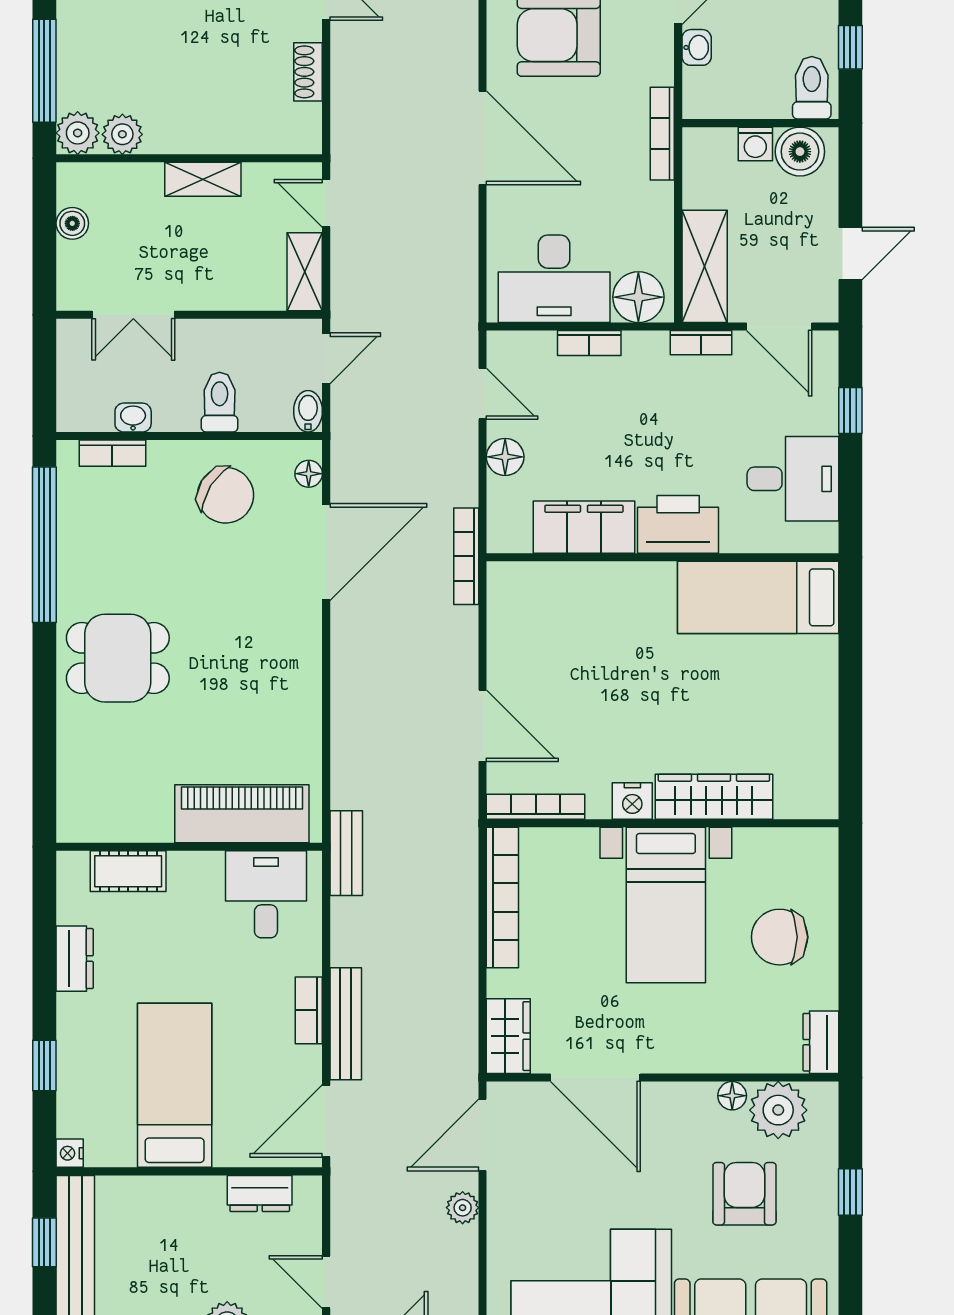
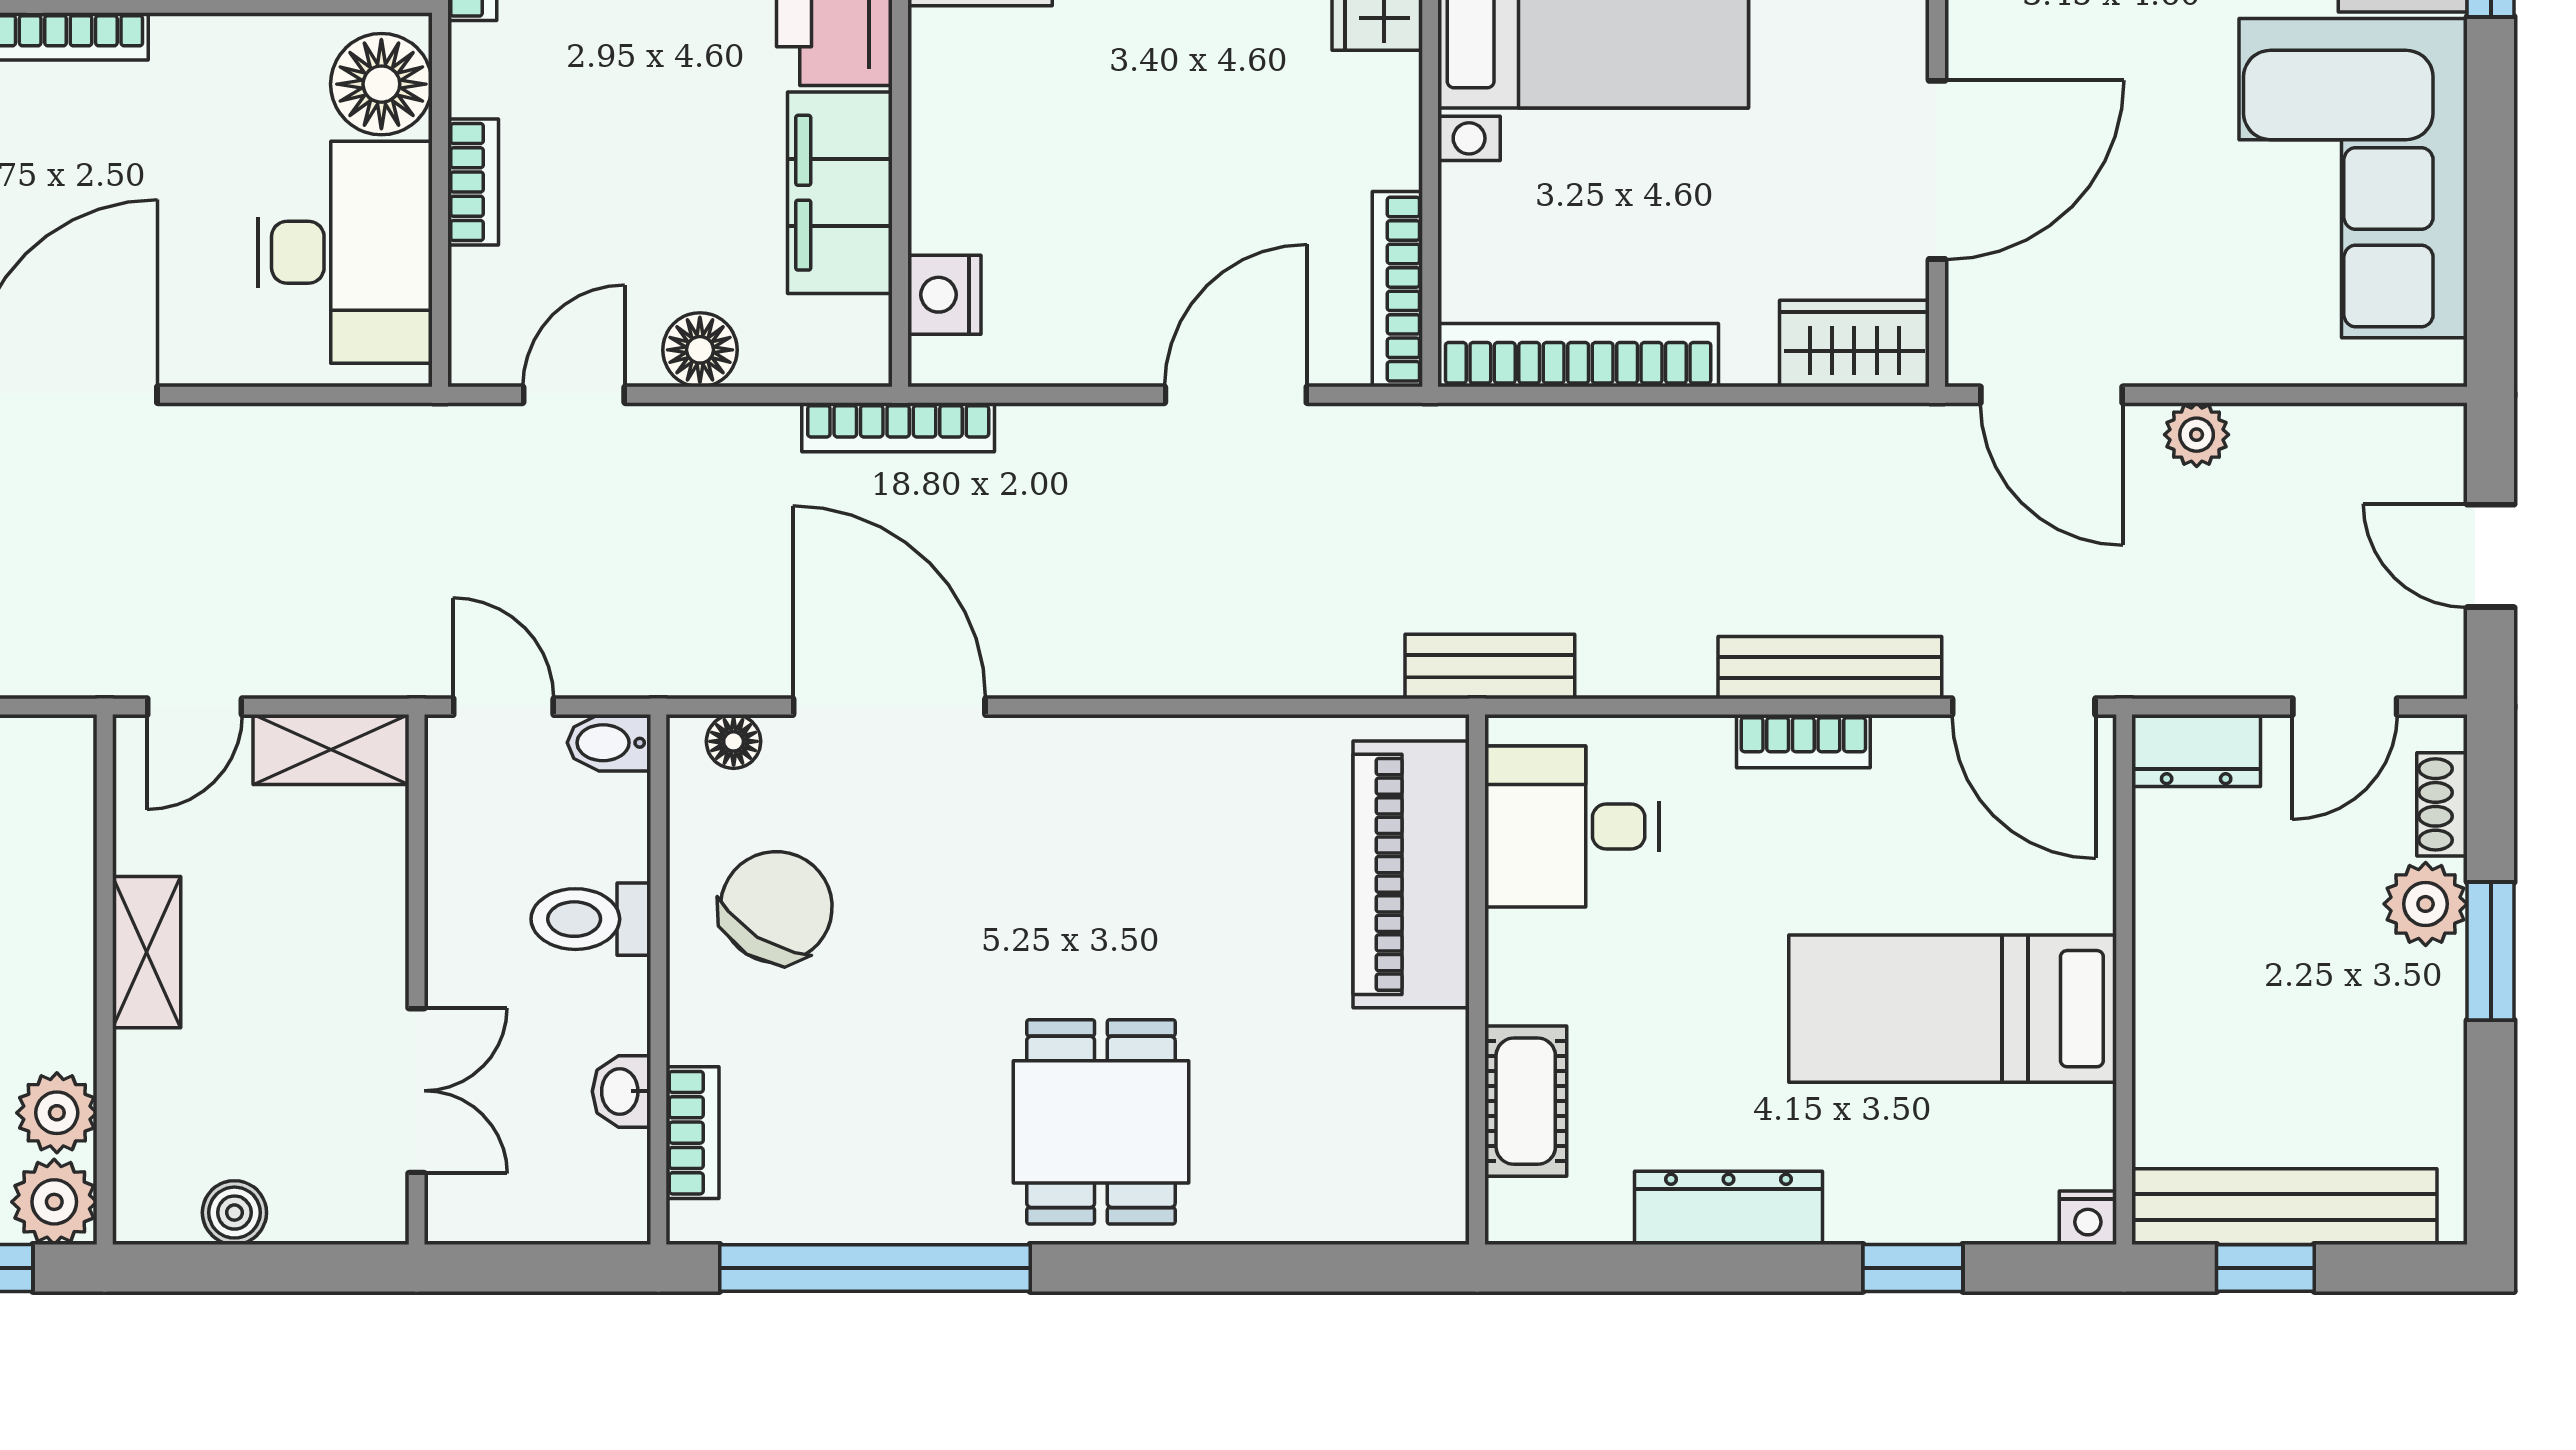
nightstand: (632, 801) -> (944, 295), moved, turned 180
dresser: (75, 959) -> (1729, 1208), width x1.44
dresser: (260, 1193) -> (2196, 751), moved, turned 90

